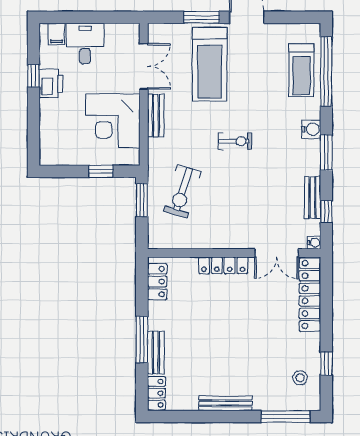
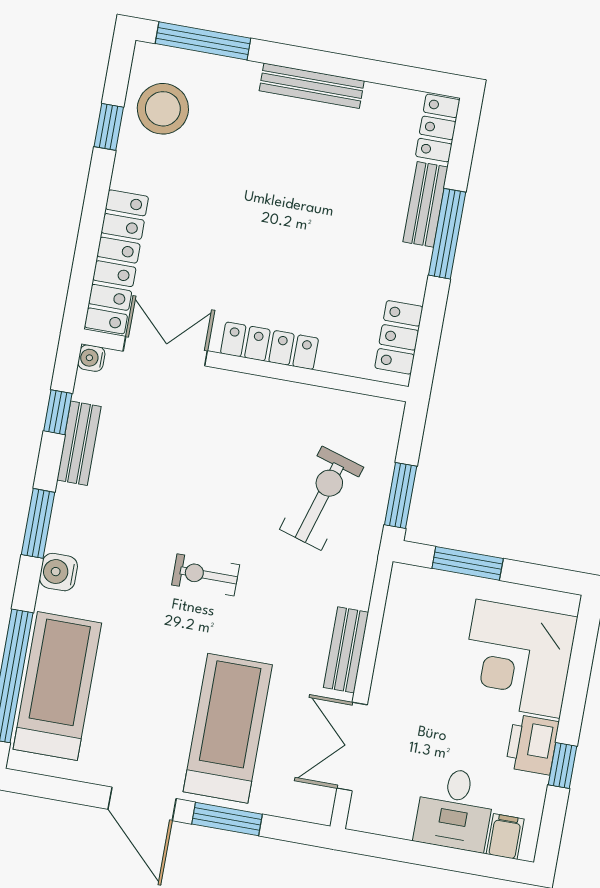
treadmill: (301, 70) -> (57, 686), width x1.37, depth x1.38
corner desk: (113, 121) -> (518, 659), moved, turned 180
window: (101, 171) -> (468, 563), width x1.50
stool: (300, 378) -> (163, 109), width x1.89, depth x1.89

